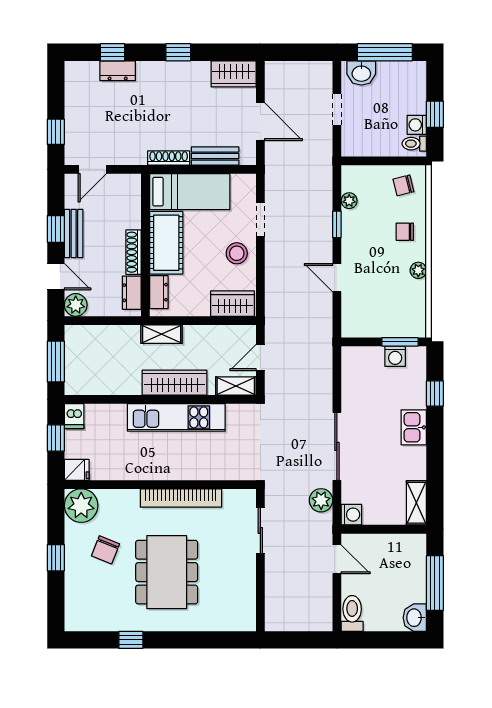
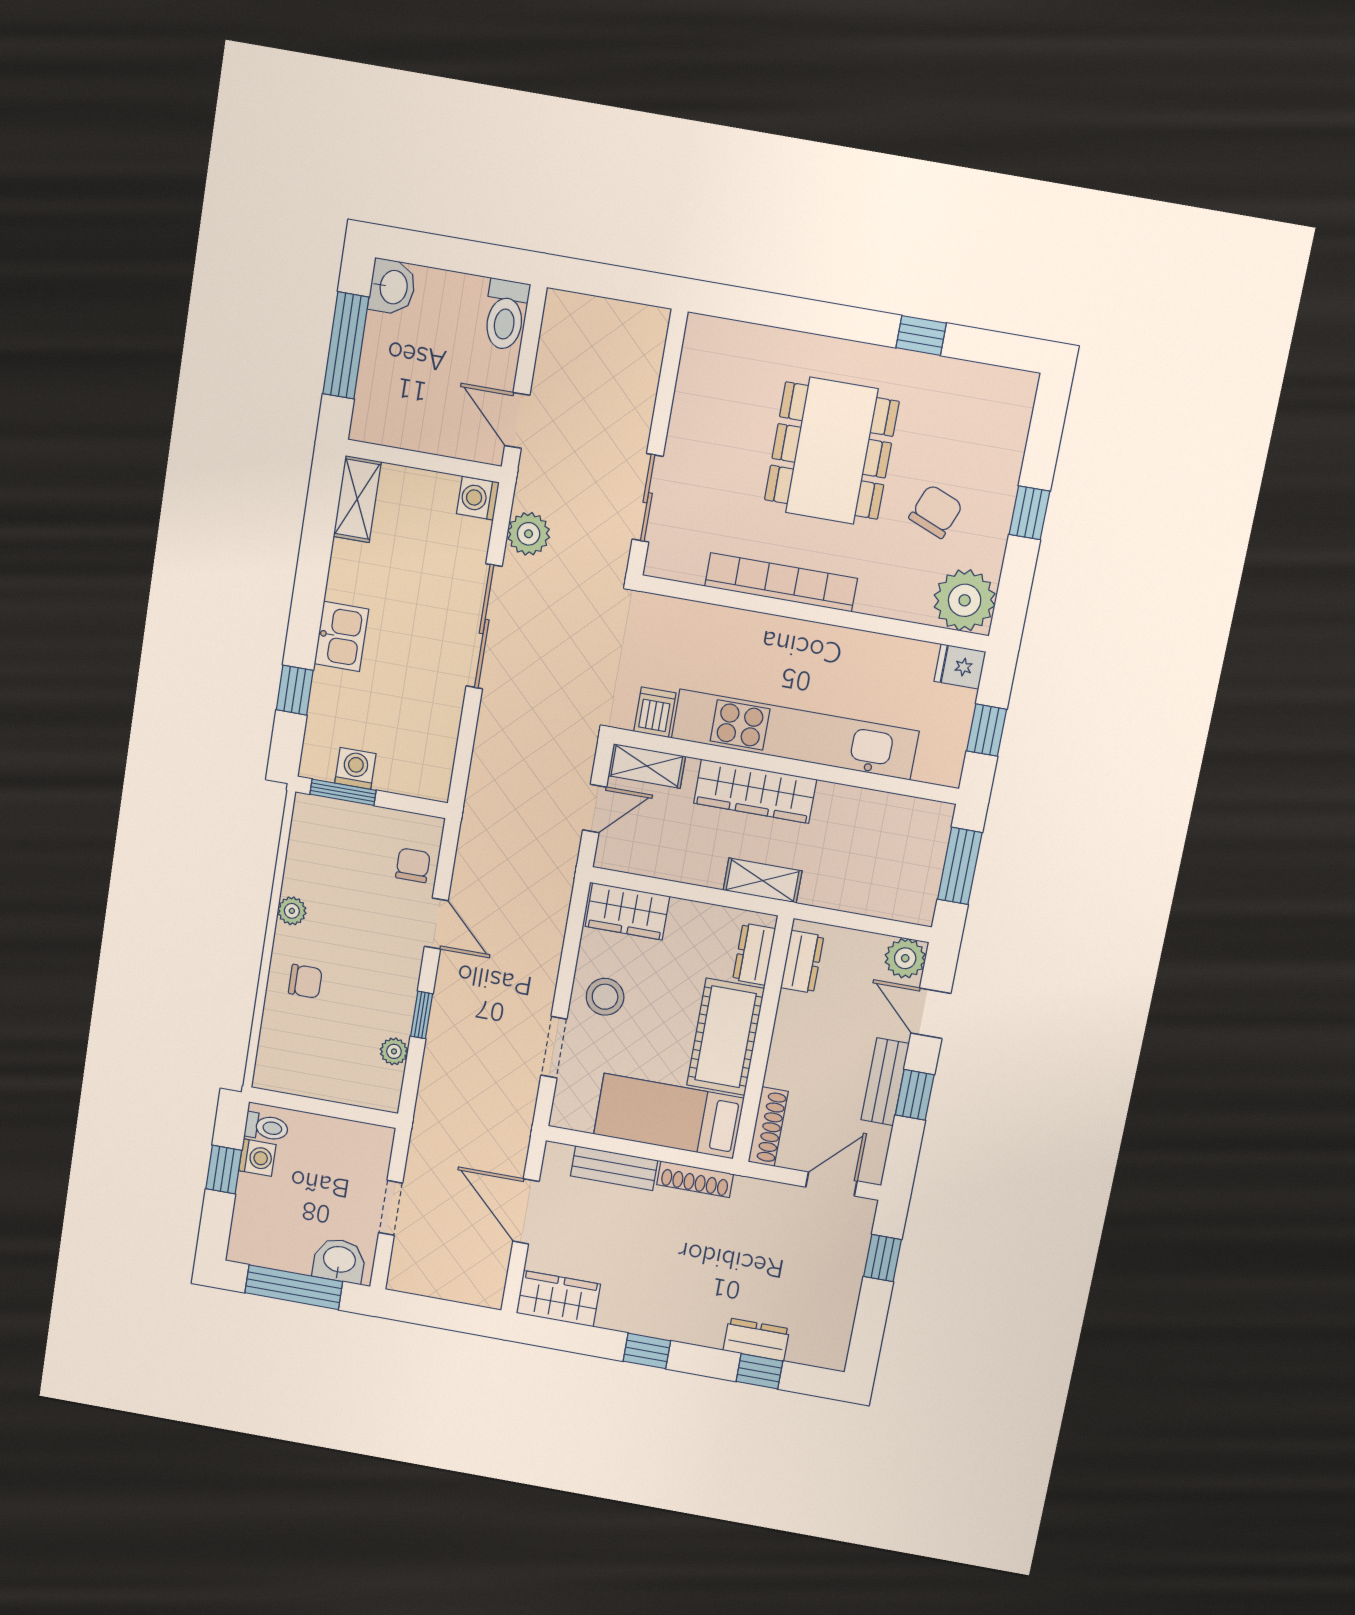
chair: (403, 185) -> (413, 865), moved, turned -76
shoe rack: (133, 252) -> (768, 1127), moved
dishwasher: (74, 416) -> (655, 712), moved
kitchen unit: (176, 417) -> (795, 735), width x1.36

